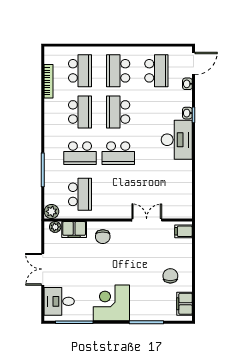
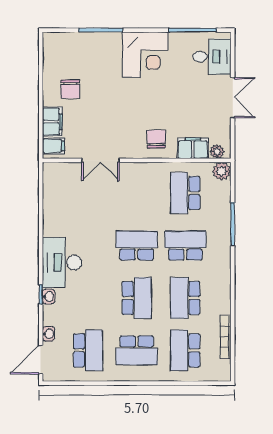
school desk: (118, 71) -> (137, 350), turned 90
school desk: (156, 71) -> (88, 350), turned 180
filing cabinet: (184, 304) -> (52, 122), moved

